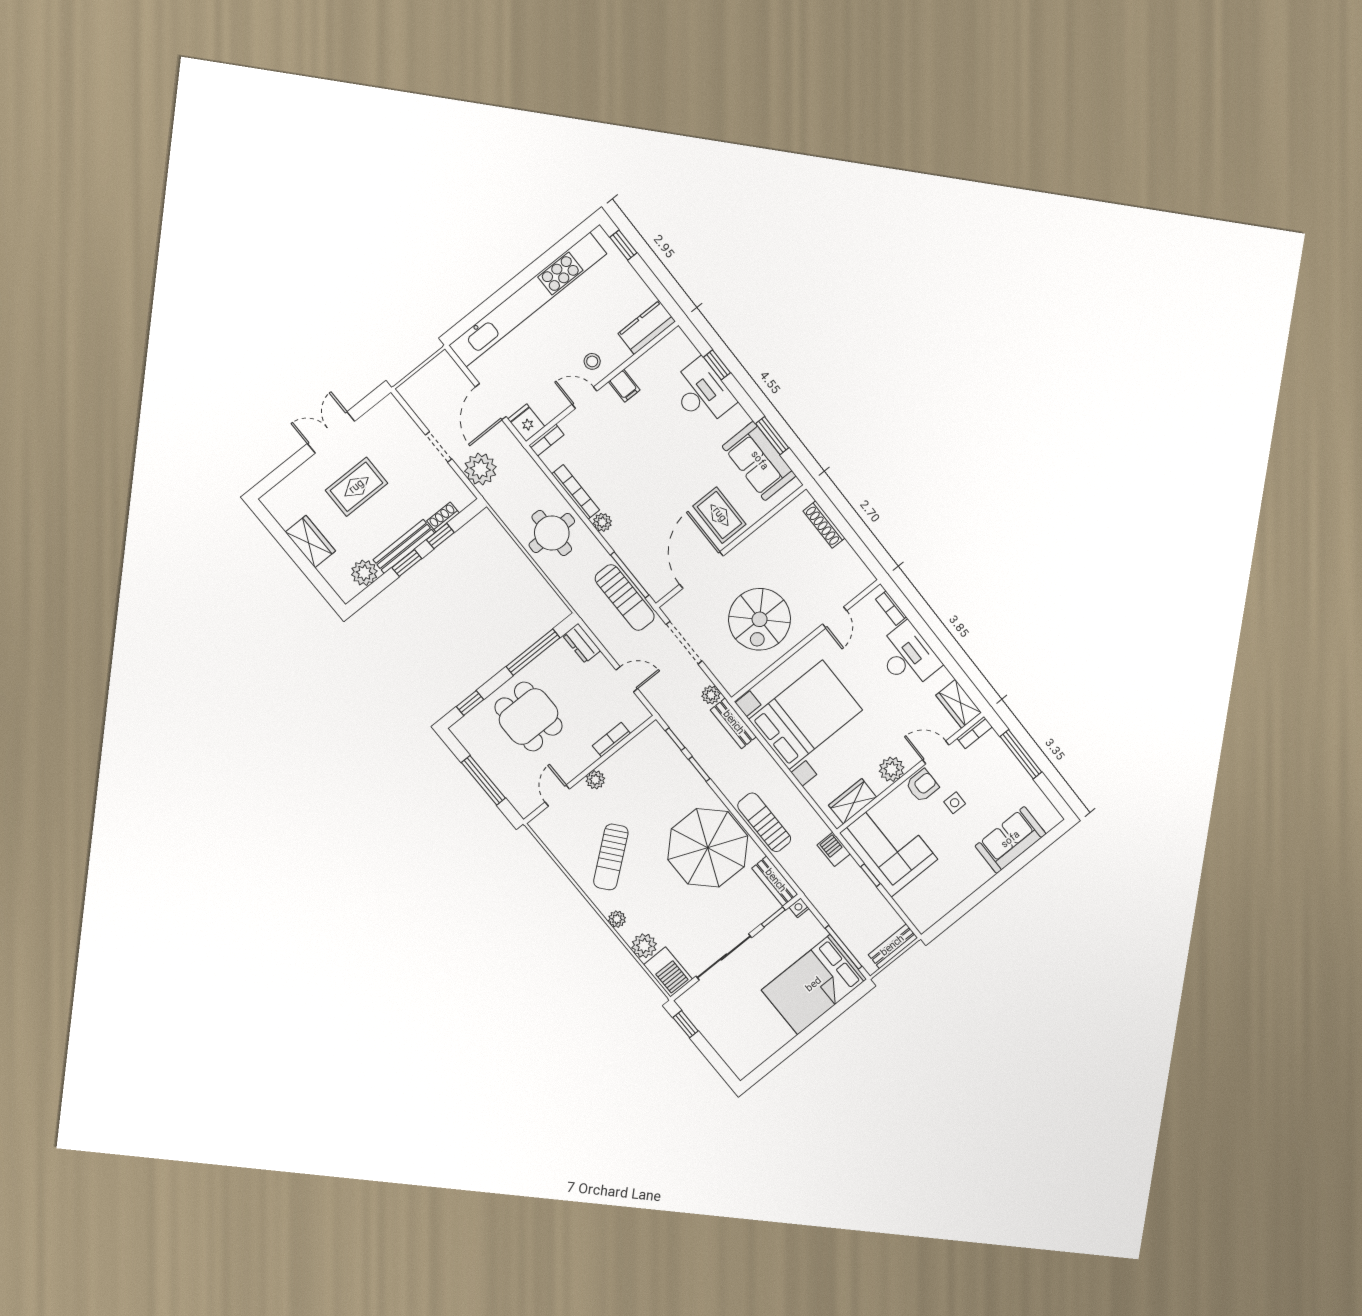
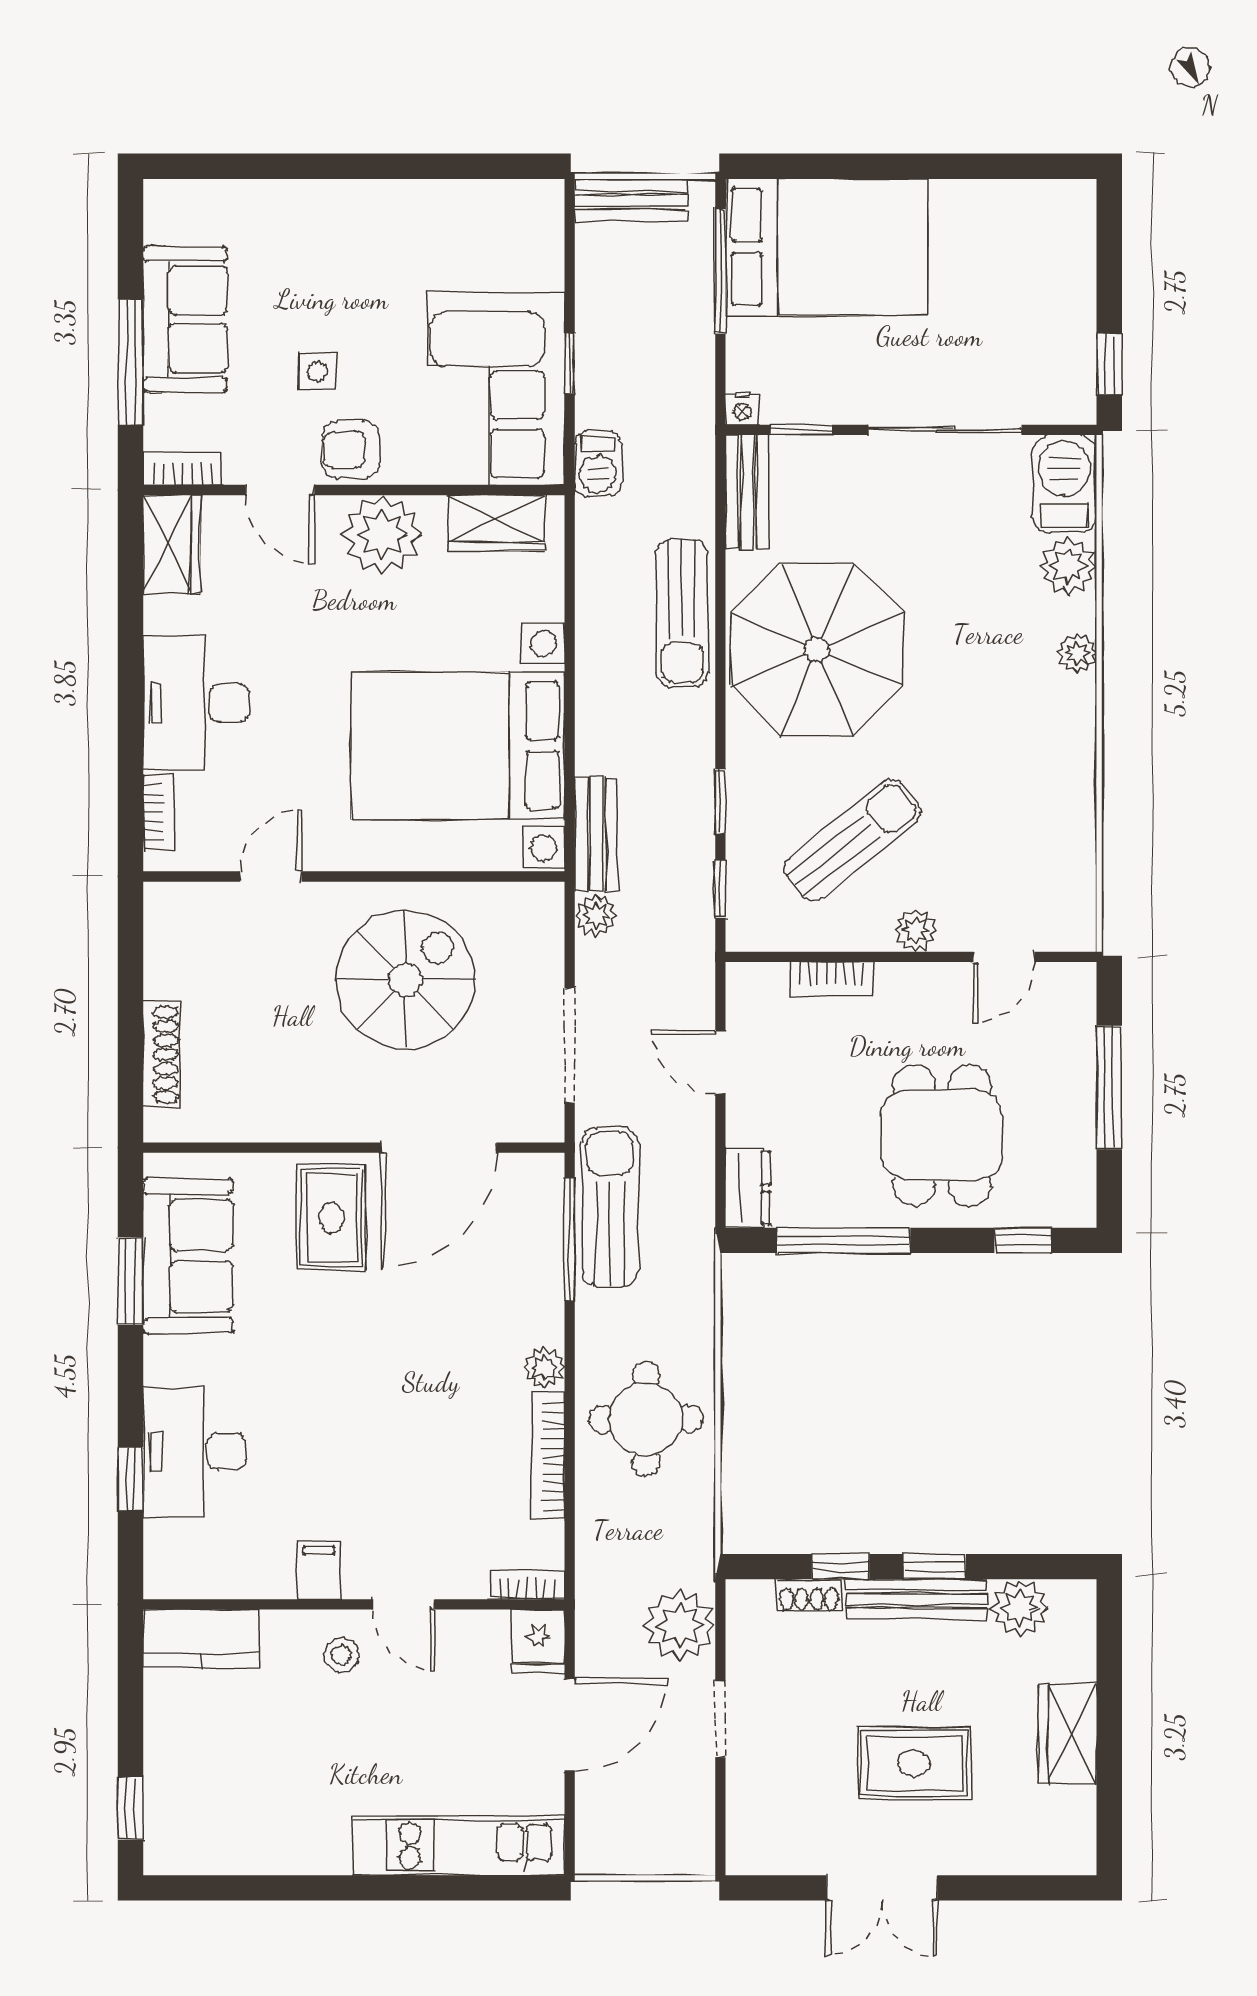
kitchen unit: (528, 300) -> (459, 1845), width x0.54
plant: (892, 769) -> (382, 534), width x1.36, depth x1.36
sofa: (1011, 840) -> (185, 319), moved, turned -90
sun lounger: (611, 857) -> (853, 840), moved

